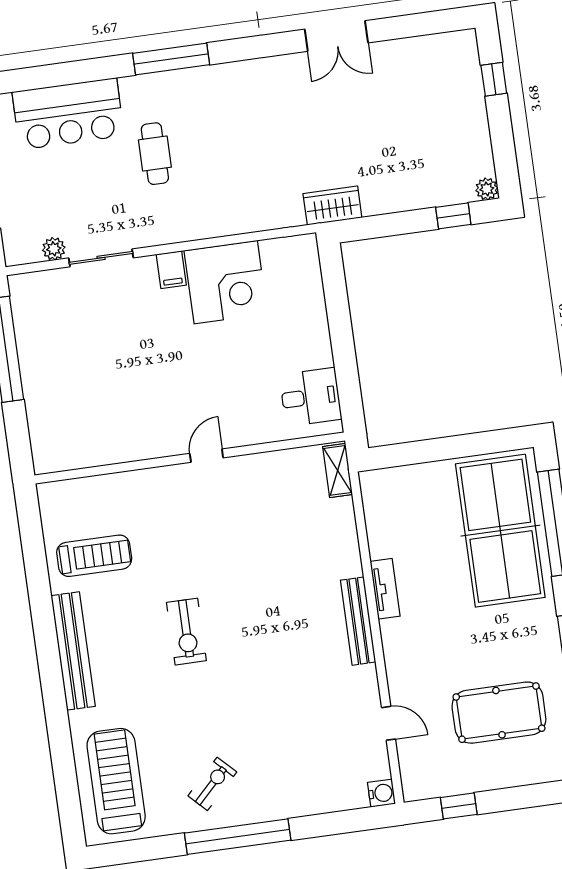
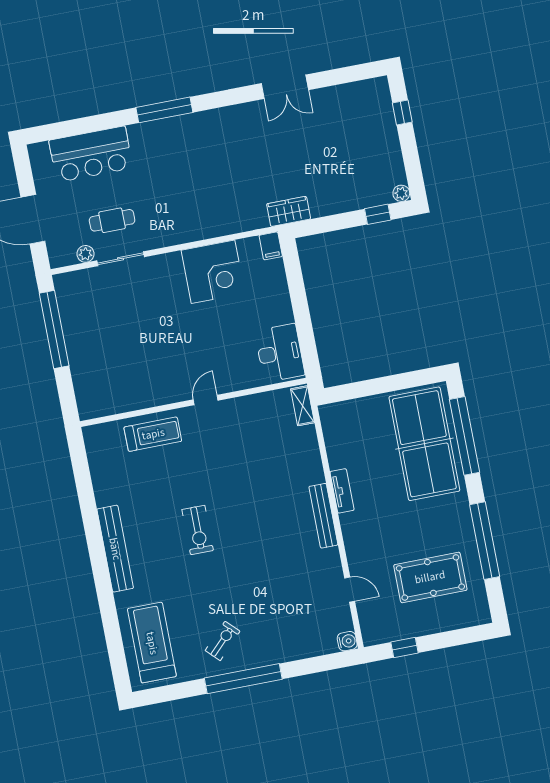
cafe table: (155, 154) -> (112, 220), moved, turned 90
filing cabinet: (171, 270) -> (271, 246), moved
desk: (311, 397) -> (280, 353), width x1.37
treadmill: (94, 556) -> (153, 434), moved

